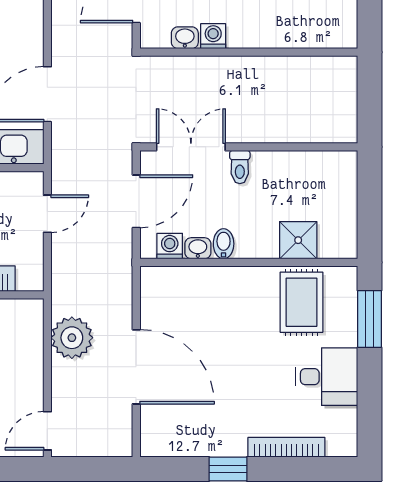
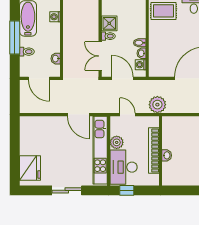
washing machine: (213, 36) -> (55, 17), moved
shower: (298, 240) -> (109, 23), moved
plant: (72, 338) -> (157, 105), moved

